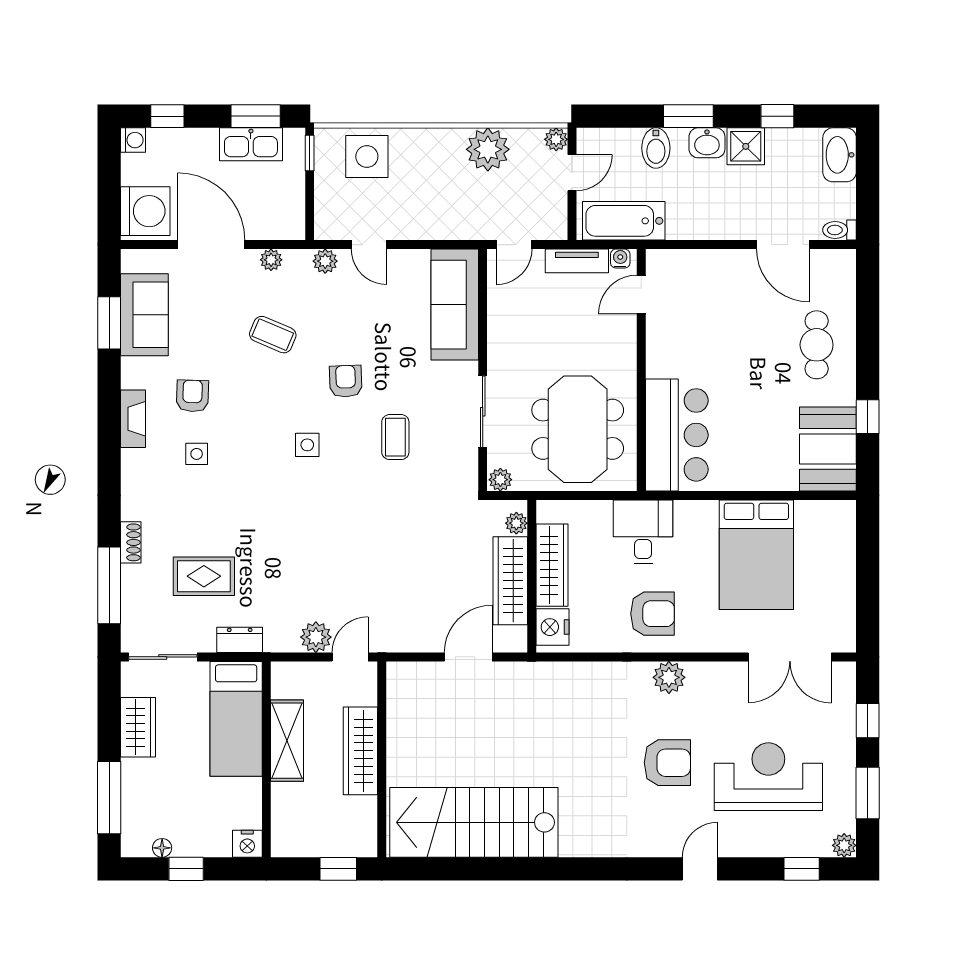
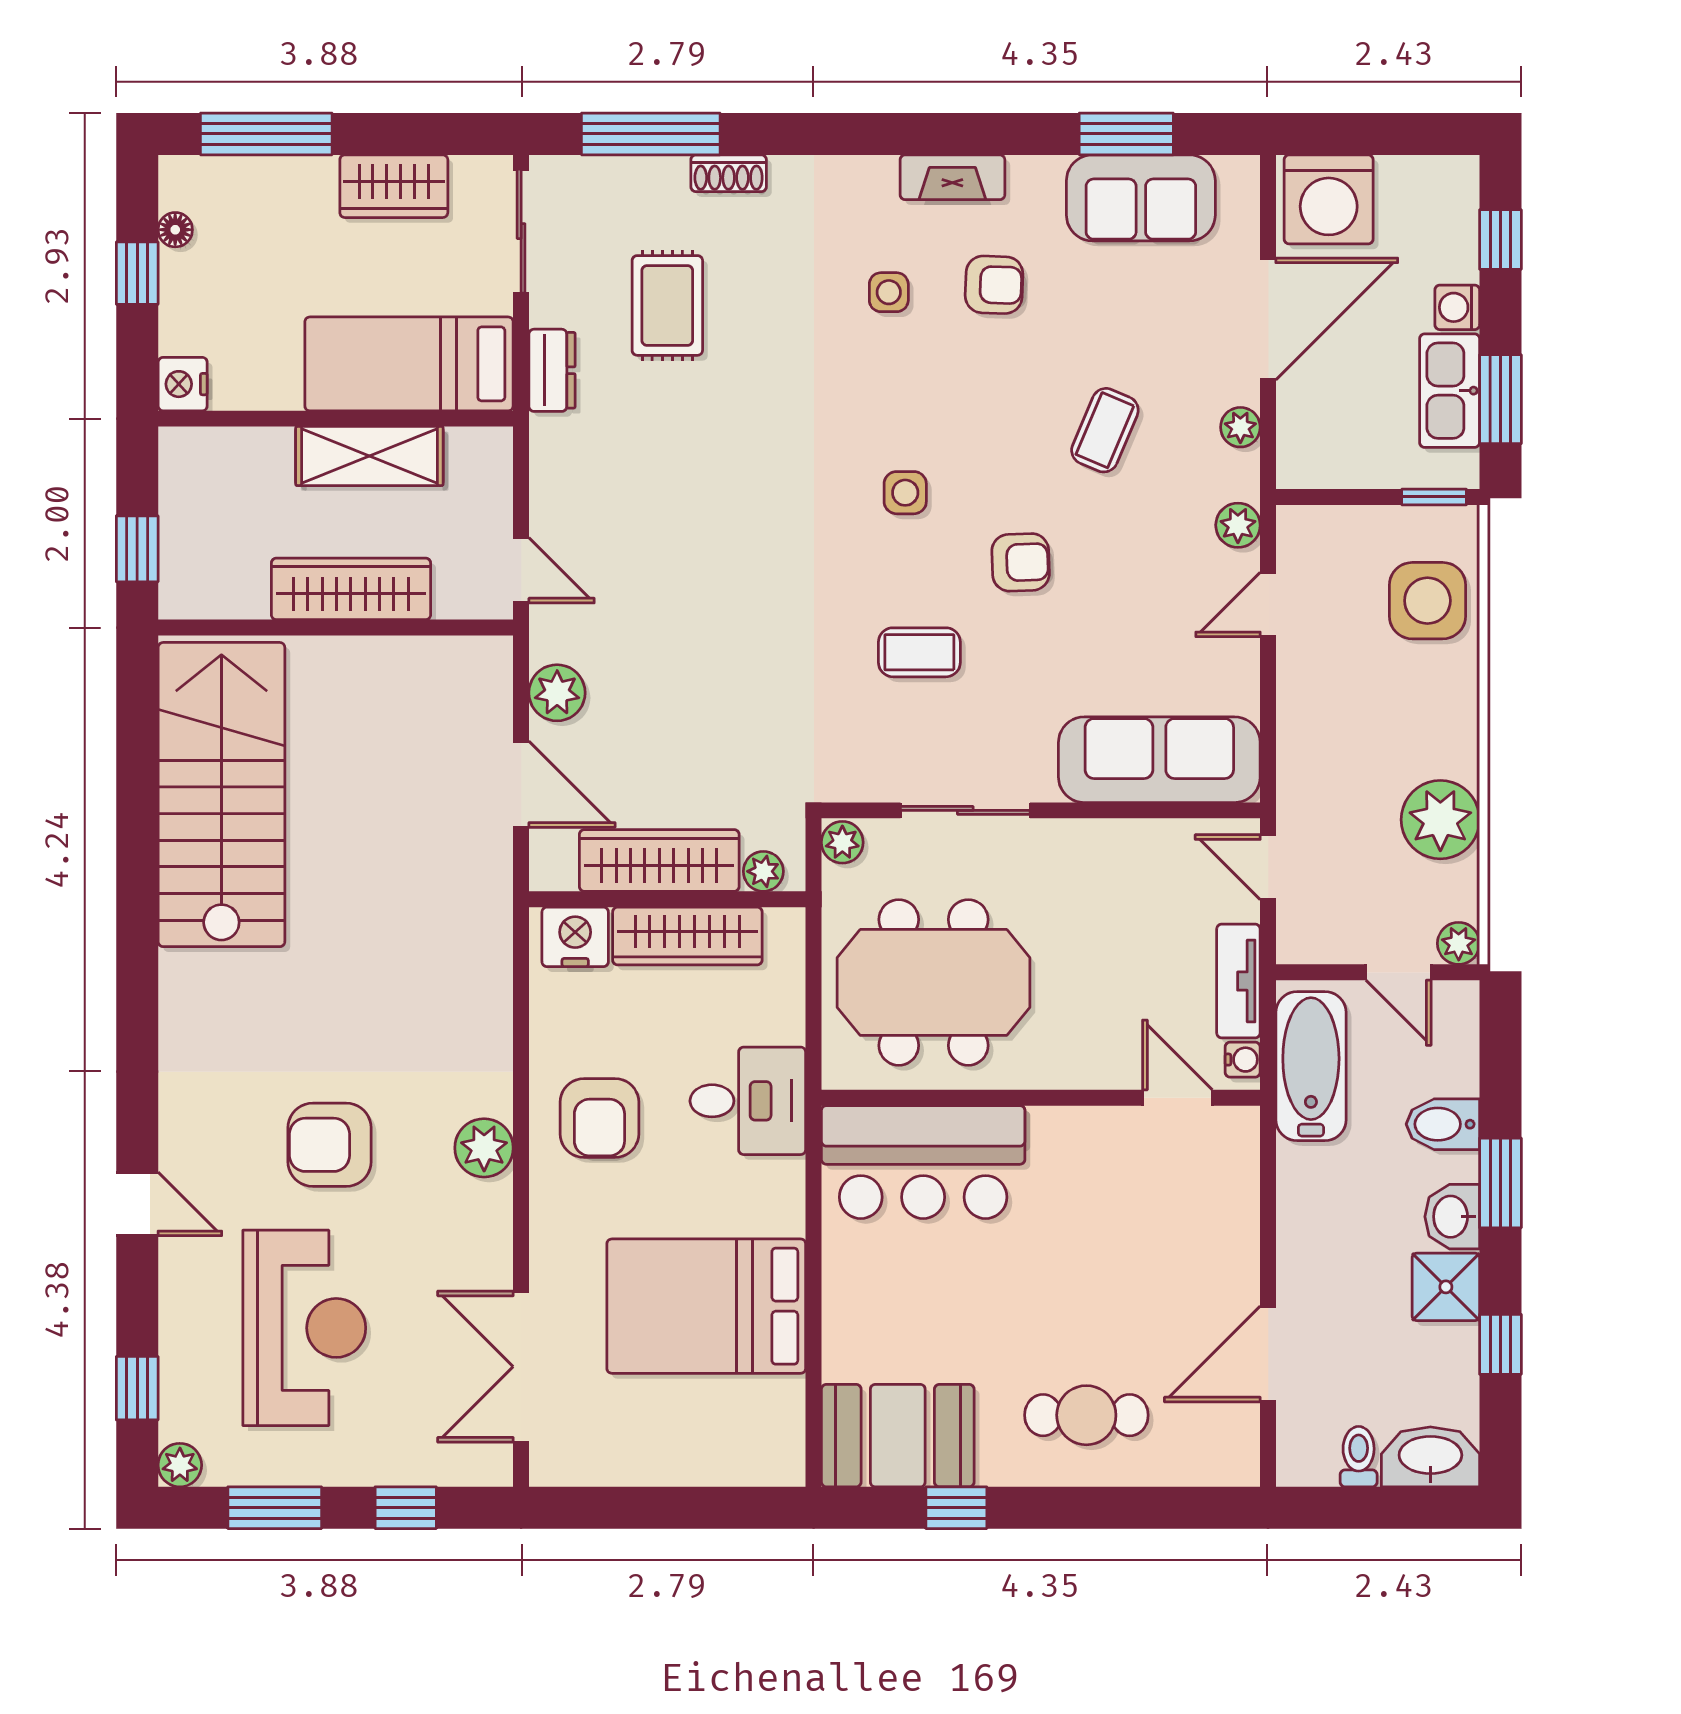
washing machine: (133, 140) -> (1457, 307), moved, turned 90
toilet: (839, 230) -> (1359, 1457), moved
plant: (316, 637) -> (557, 693), moved
armchair: (667, 763) -> (330, 1145), turned 90

